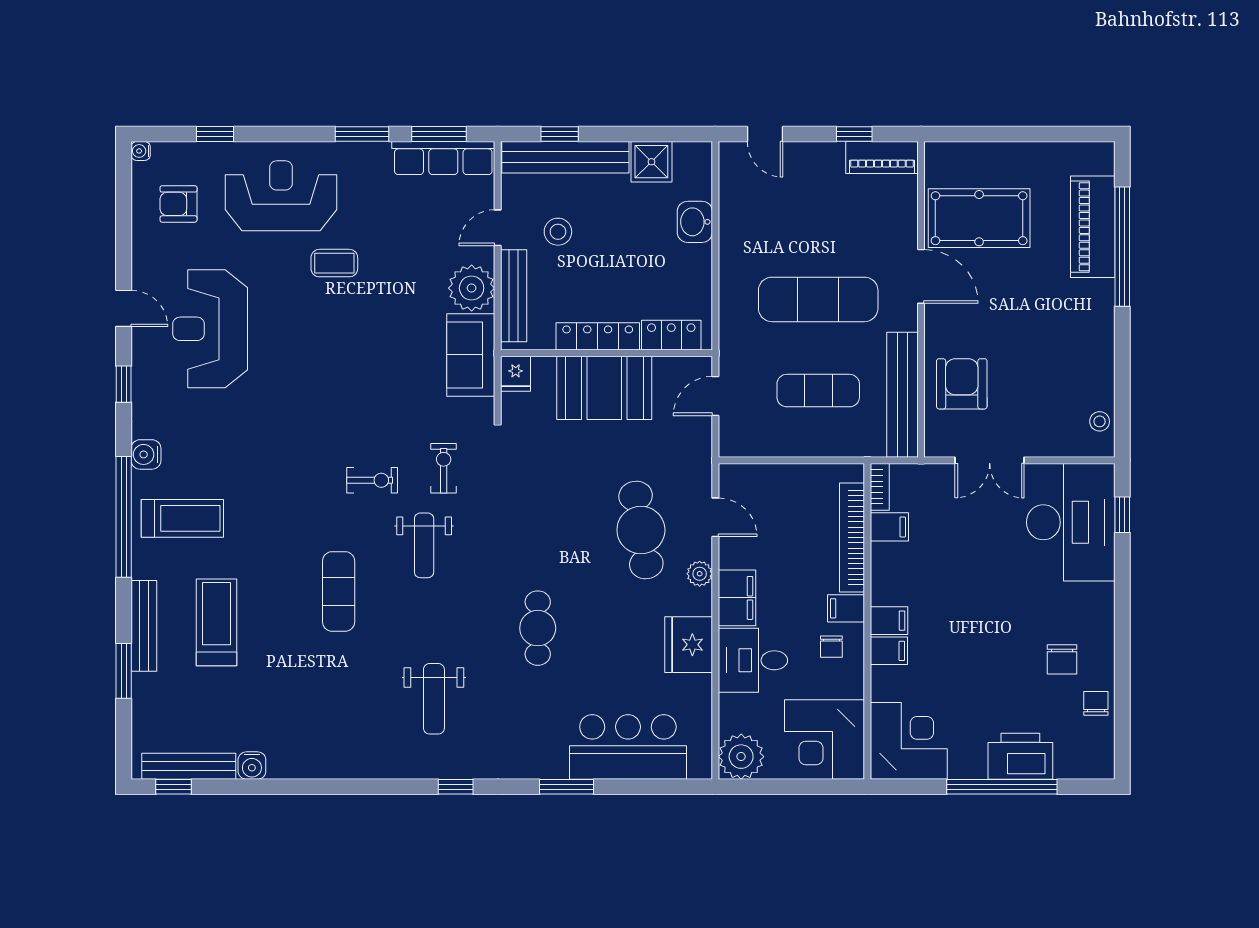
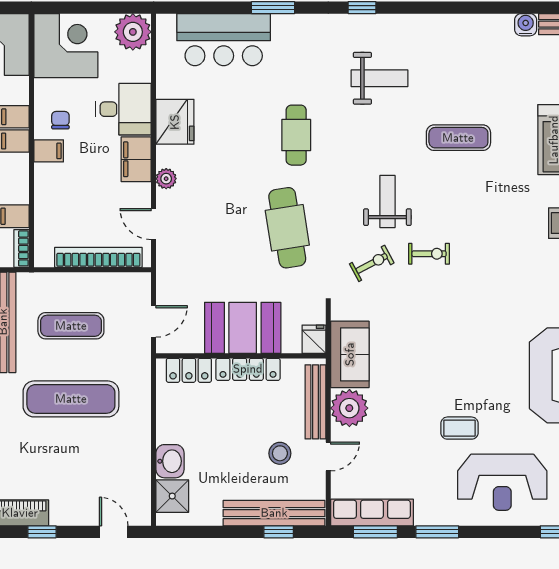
shower: (651, 162) -> (172, 496), moved
exercise bike: (444, 468) -> (372, 263), turned -118
exercise bike: (372, 480) -> (429, 254), turned 180
cafe table: (641, 530) -> (287, 228), moved
bookcase: (852, 538) -> (98, 257), moved, turned -90
exercise mat: (339, 591) -> (458, 138), moved, turned 90
weight bench: (434, 699) -> (379, 78), turned 90

